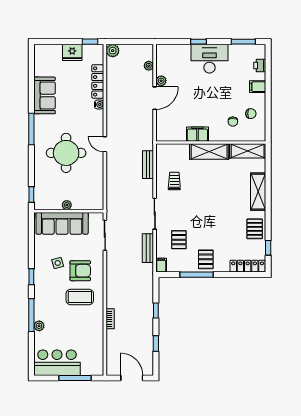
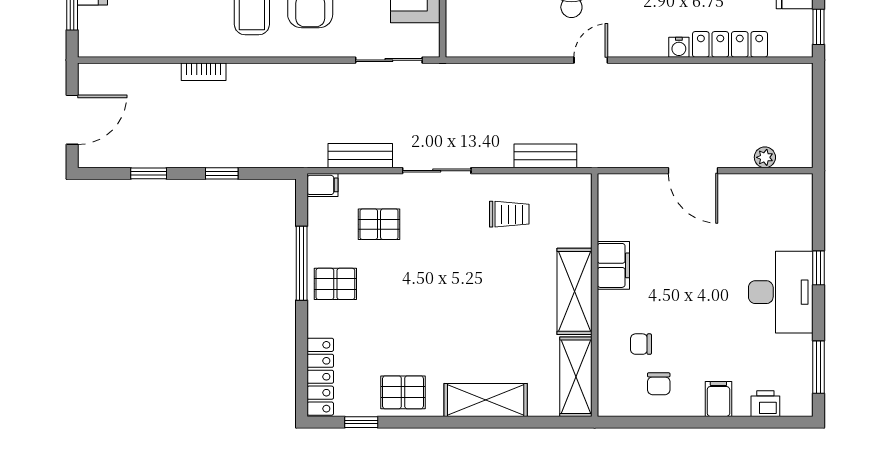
plant: (113, 51) -> (798, 77), removed
plant: (161, 81) -> (732, 185), removed

